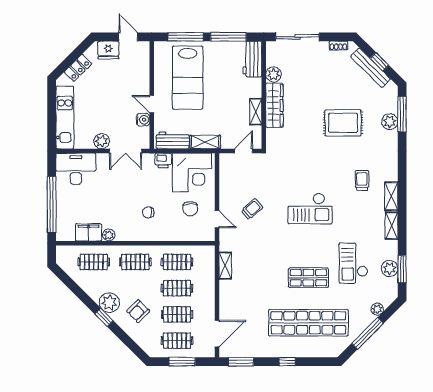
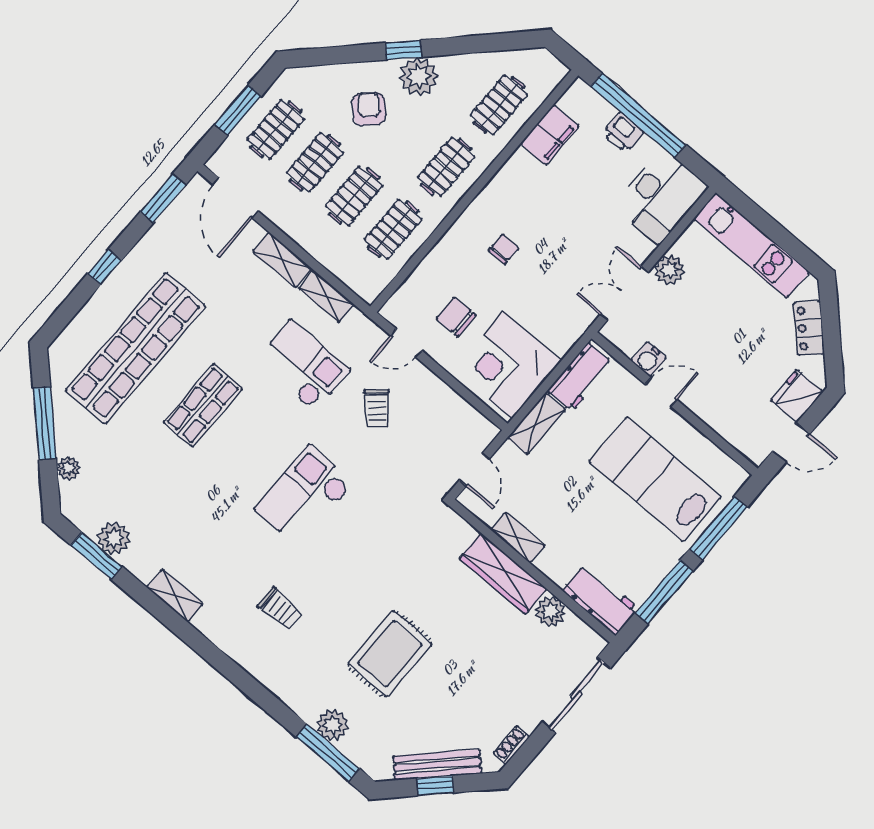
printer: (163, 160) -> (623, 132), moved, turned -90
shelving: (391, 196) -> (282, 260), moved
plant: (109, 235) -> (520, 162), removed
checkout: (353, 263) -> (303, 366), moved

